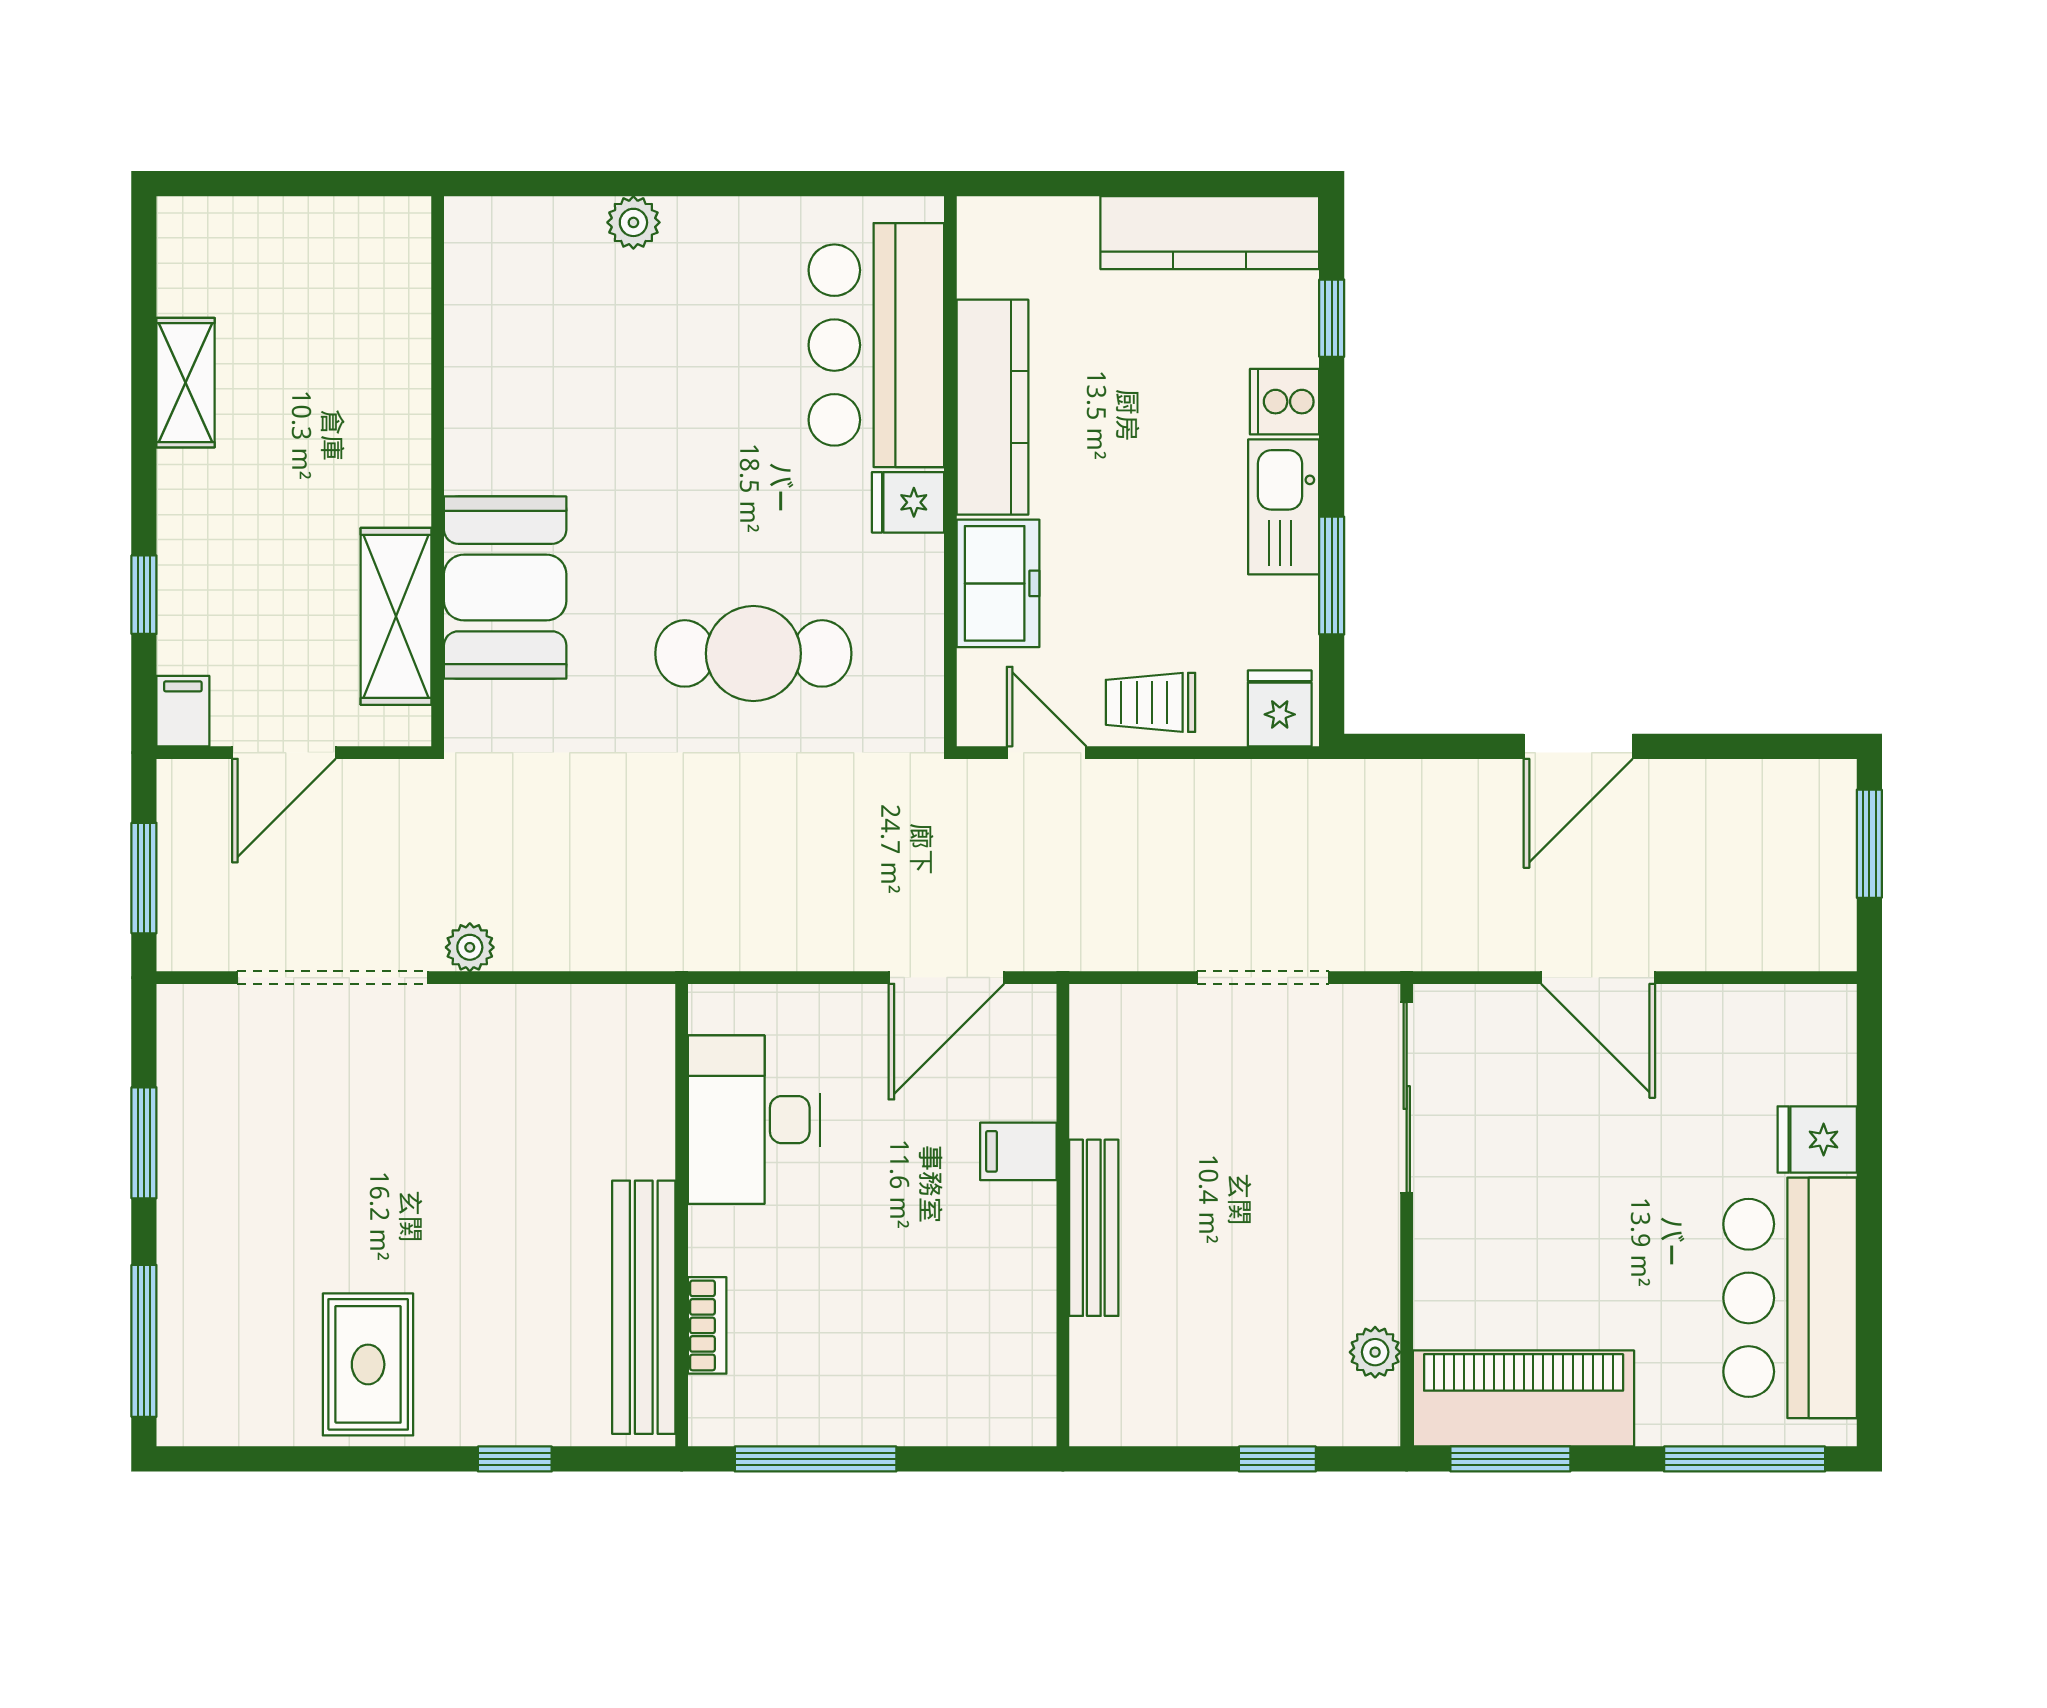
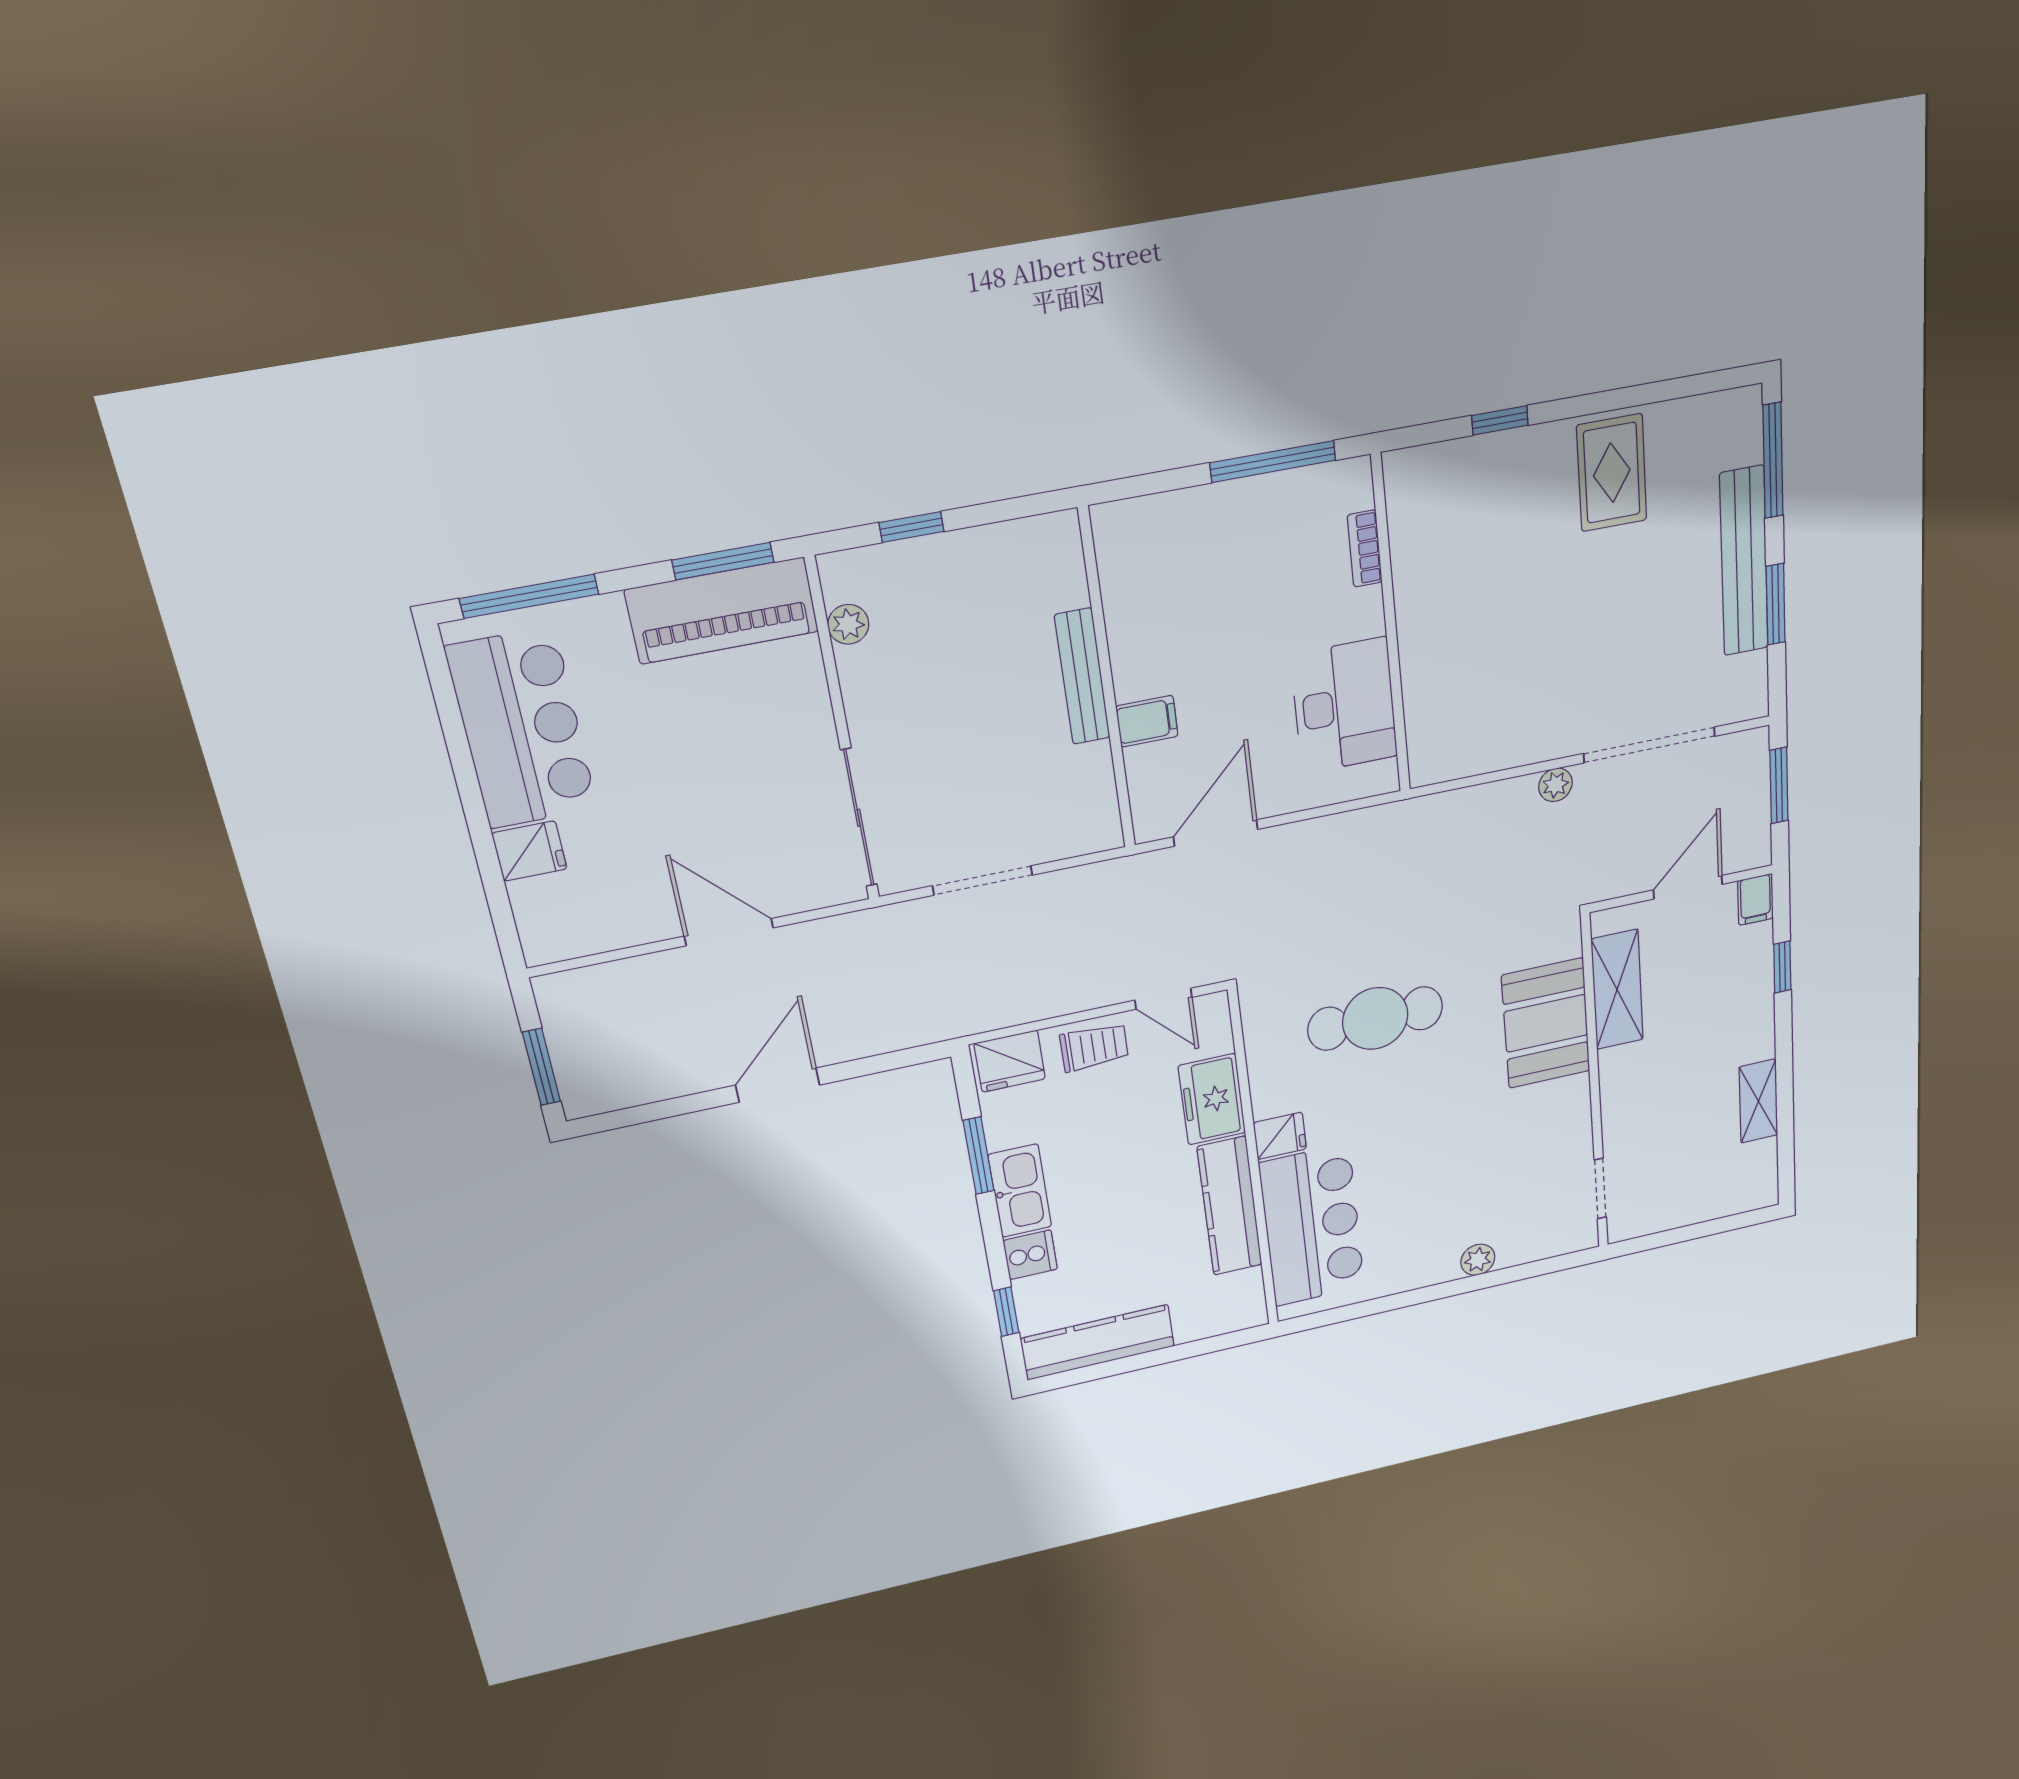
doorway: (438, 296) -> (1600, 1188), added
fridge: (1280, 708) -> (1010, 1061), width x1.38
bench: (644, 1307) -> (1744, 561), moved

